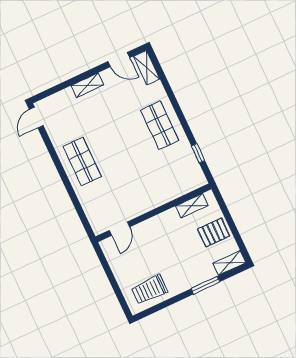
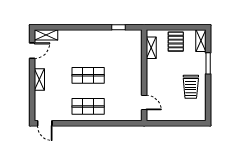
shop shelf: (160, 125) -> (88, 75), moved
trolley: (149, 290) -> (191, 87), moved

